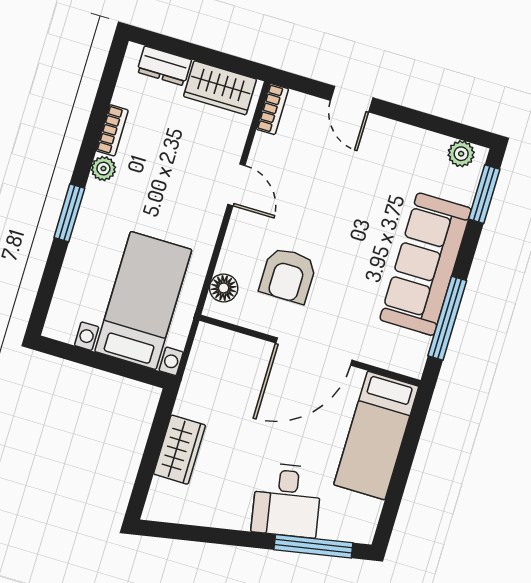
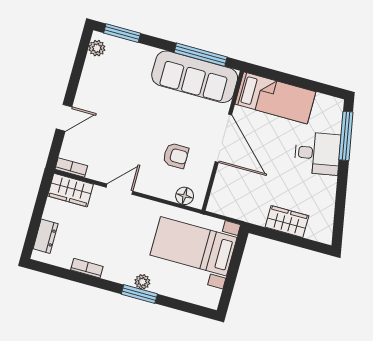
wardrobe: (220, 88) -> (70, 190), moved, turned 90
plant: (103, 169) -> (142, 282), moved
sofa: (426, 264) -> (195, 77), moved
armchair: (288, 275) -> (176, 156), width x0.72, depth x0.72

